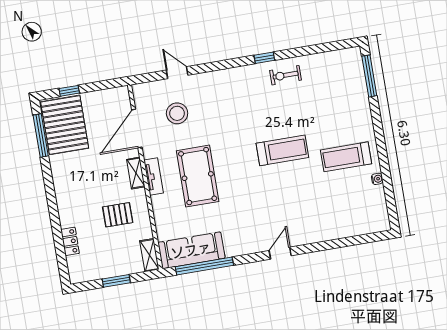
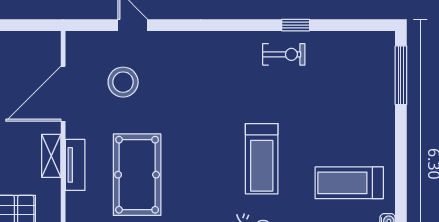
window: (264, 58) -> (296, 25), moved
exercise bike: (286, 75) -> (284, 54), turned 180
treadmill: (282, 150) -> (262, 159), turned 90

